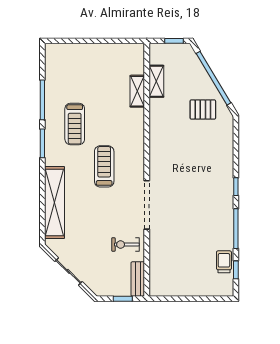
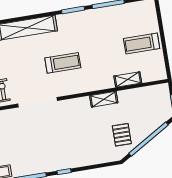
shelving: (156, 81) -> (104, 99), moved
treadmill: (75, 124) -> (142, 44), moved

